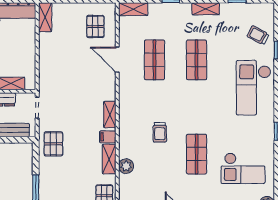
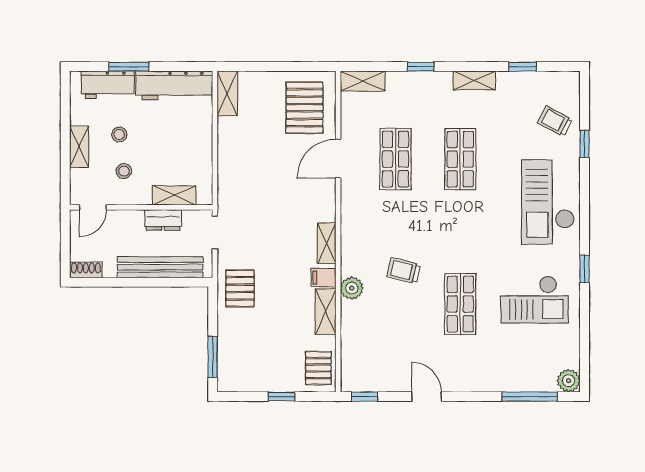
pallet: (95, 26) -> (305, 108), width x1.50, depth x1.42
door: (117, 60) -> (338, 159), hinge flipped
trolley: (160, 132) -> (404, 271), turned 104
plant: (126, 166) -> (352, 288), moved
checkout: (243, 168) -> (535, 300), moved

